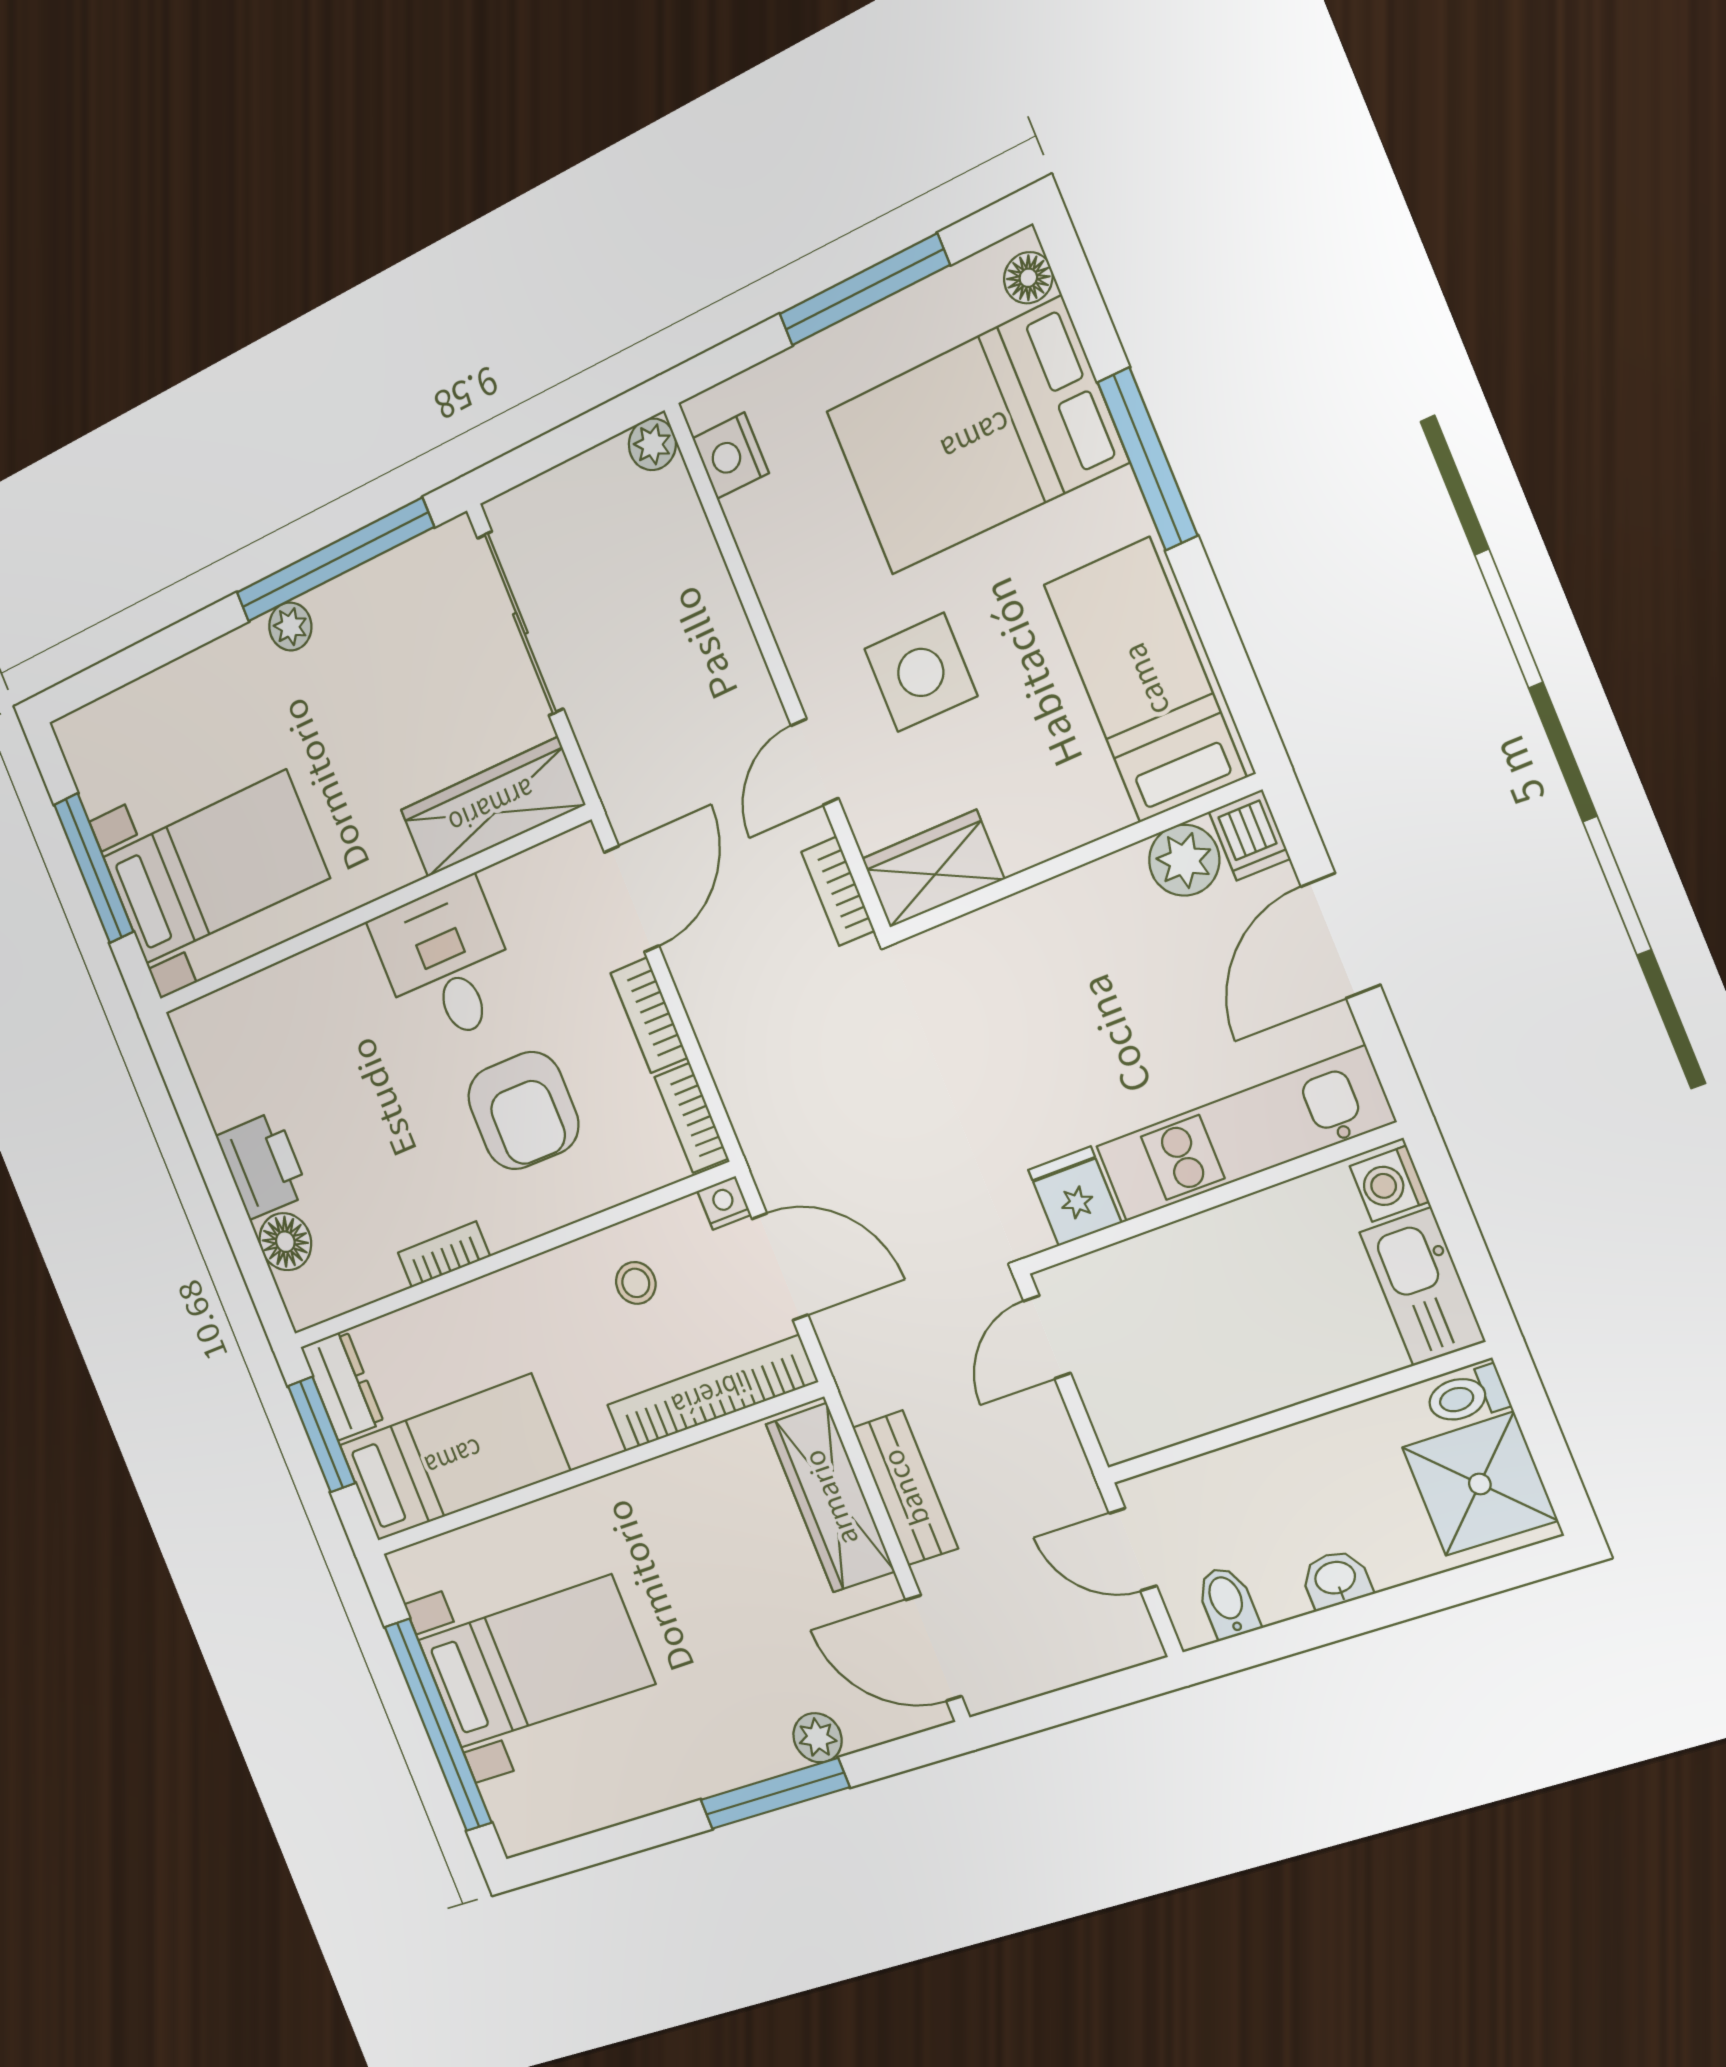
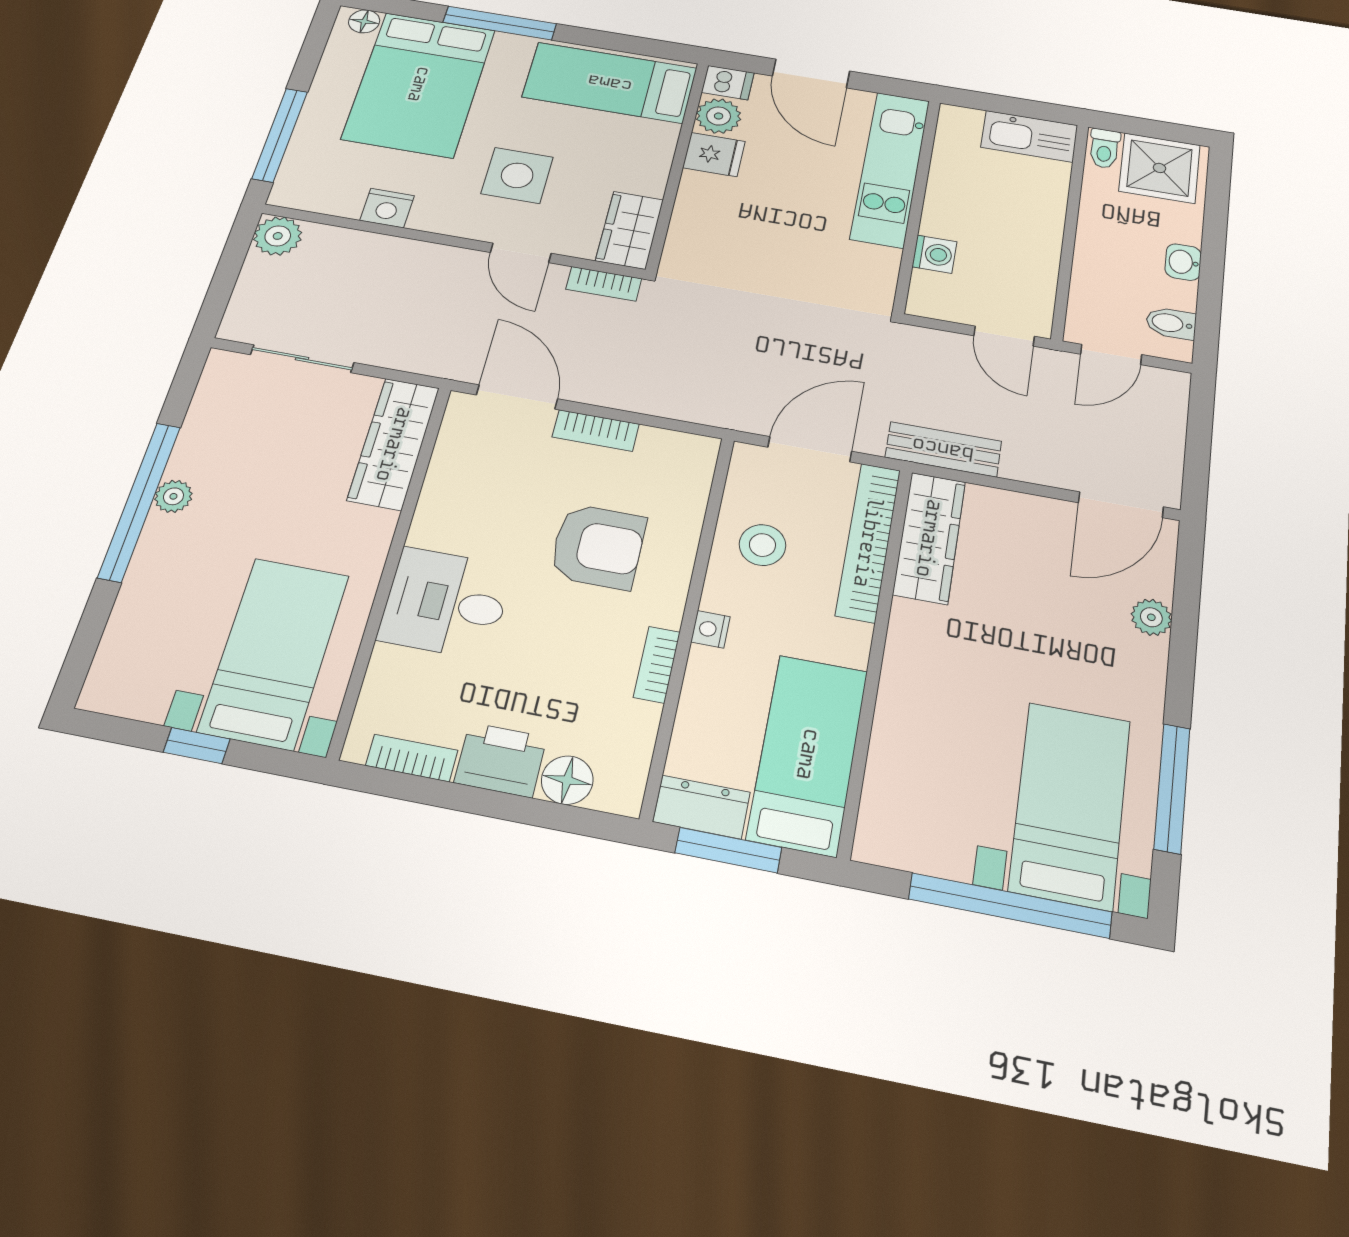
window: (864, 290) -> (280, 135), moved
plant: (652, 444) -> (278, 236), width x1.38, depth x1.38
nightstand: (731, 456) -> (387, 208), moved
window: (334, 560) -> (140, 501), moved
sliding door: (520, 623) -> (302, 359), width x0.73
window: (94, 868) -> (197, 746), width x0.46
desk: (446, 963) -> (446, 603), moved
bookcase: (691, 1118) -> (412, 758), moved, turned 180
washing machine: (1389, 1184) -> (934, 254), moved, turned -90
fridge: (1075, 1196) -> (714, 155), moved, turned 180
nightstand: (724, 1203) -> (710, 629), moved
stool: (636, 1283) -> (762, 545), width x1.37, depth x1.37
door: (1047, 1337) -> (1004, 336), moved
bench: (905, 1488) -> (943, 449), moved
wardrobe: (830, 1498) -> (929, 538), moved, turned -90
bed with nightstands: (535, 1662) -> (1070, 805), moved
window: (775, 1794) -> (1172, 788), moved

